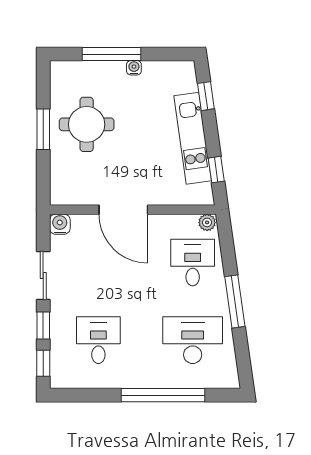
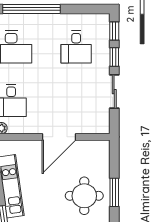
door: (123, 210) -> (59, 137), swing flipped
water cooler: (60, 224) -> (103, 127), removed

